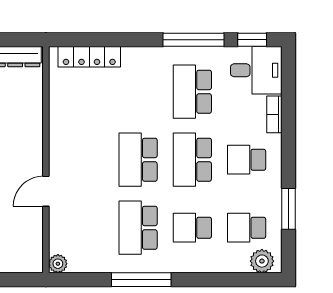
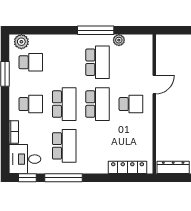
school desk: (192, 228) -> (131, 104), moved
plant: (58, 264) -> (119, 40), moved

